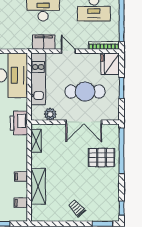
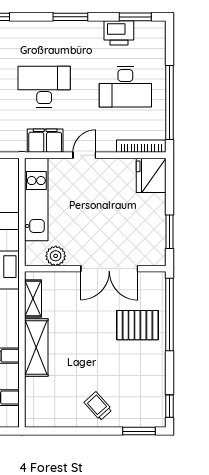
door: (68, 51) -> (84, 155), hinge flipped
window: (122, 88) -> (169, 232), moved
cafe table: (85, 92) -> (111, 220), removed
shelving: (38, 186) -> (36, 348), moved

